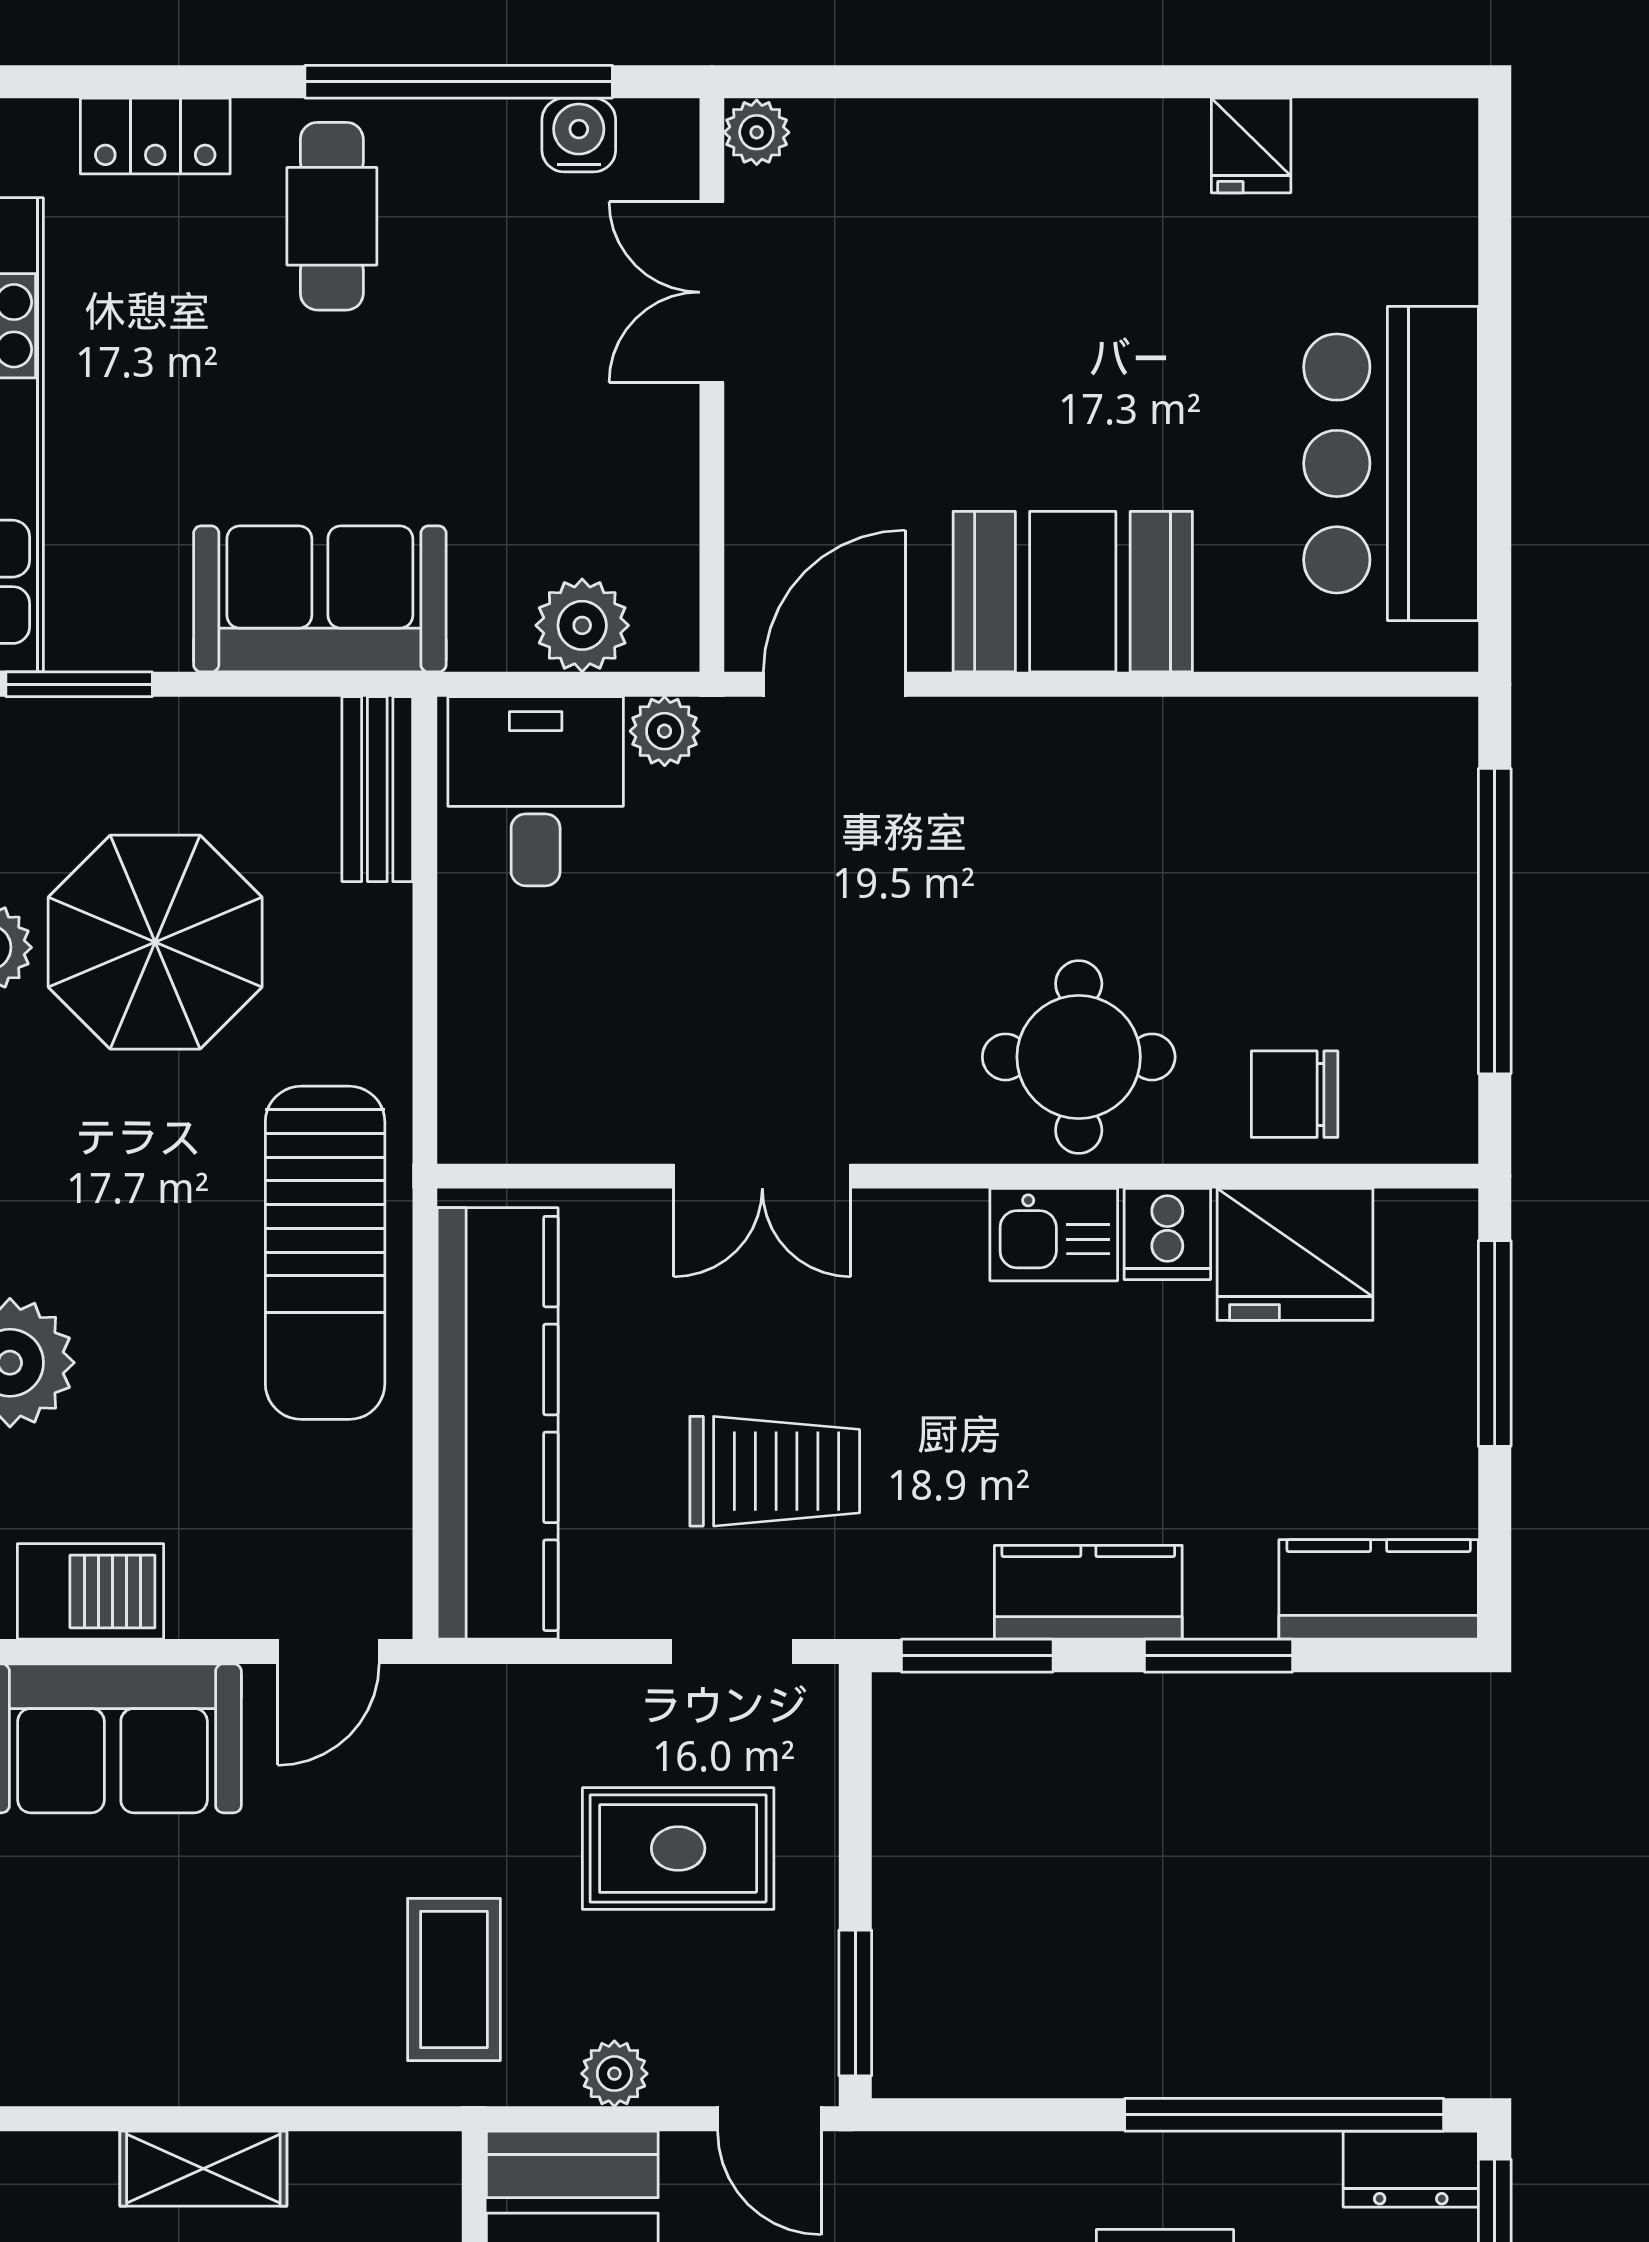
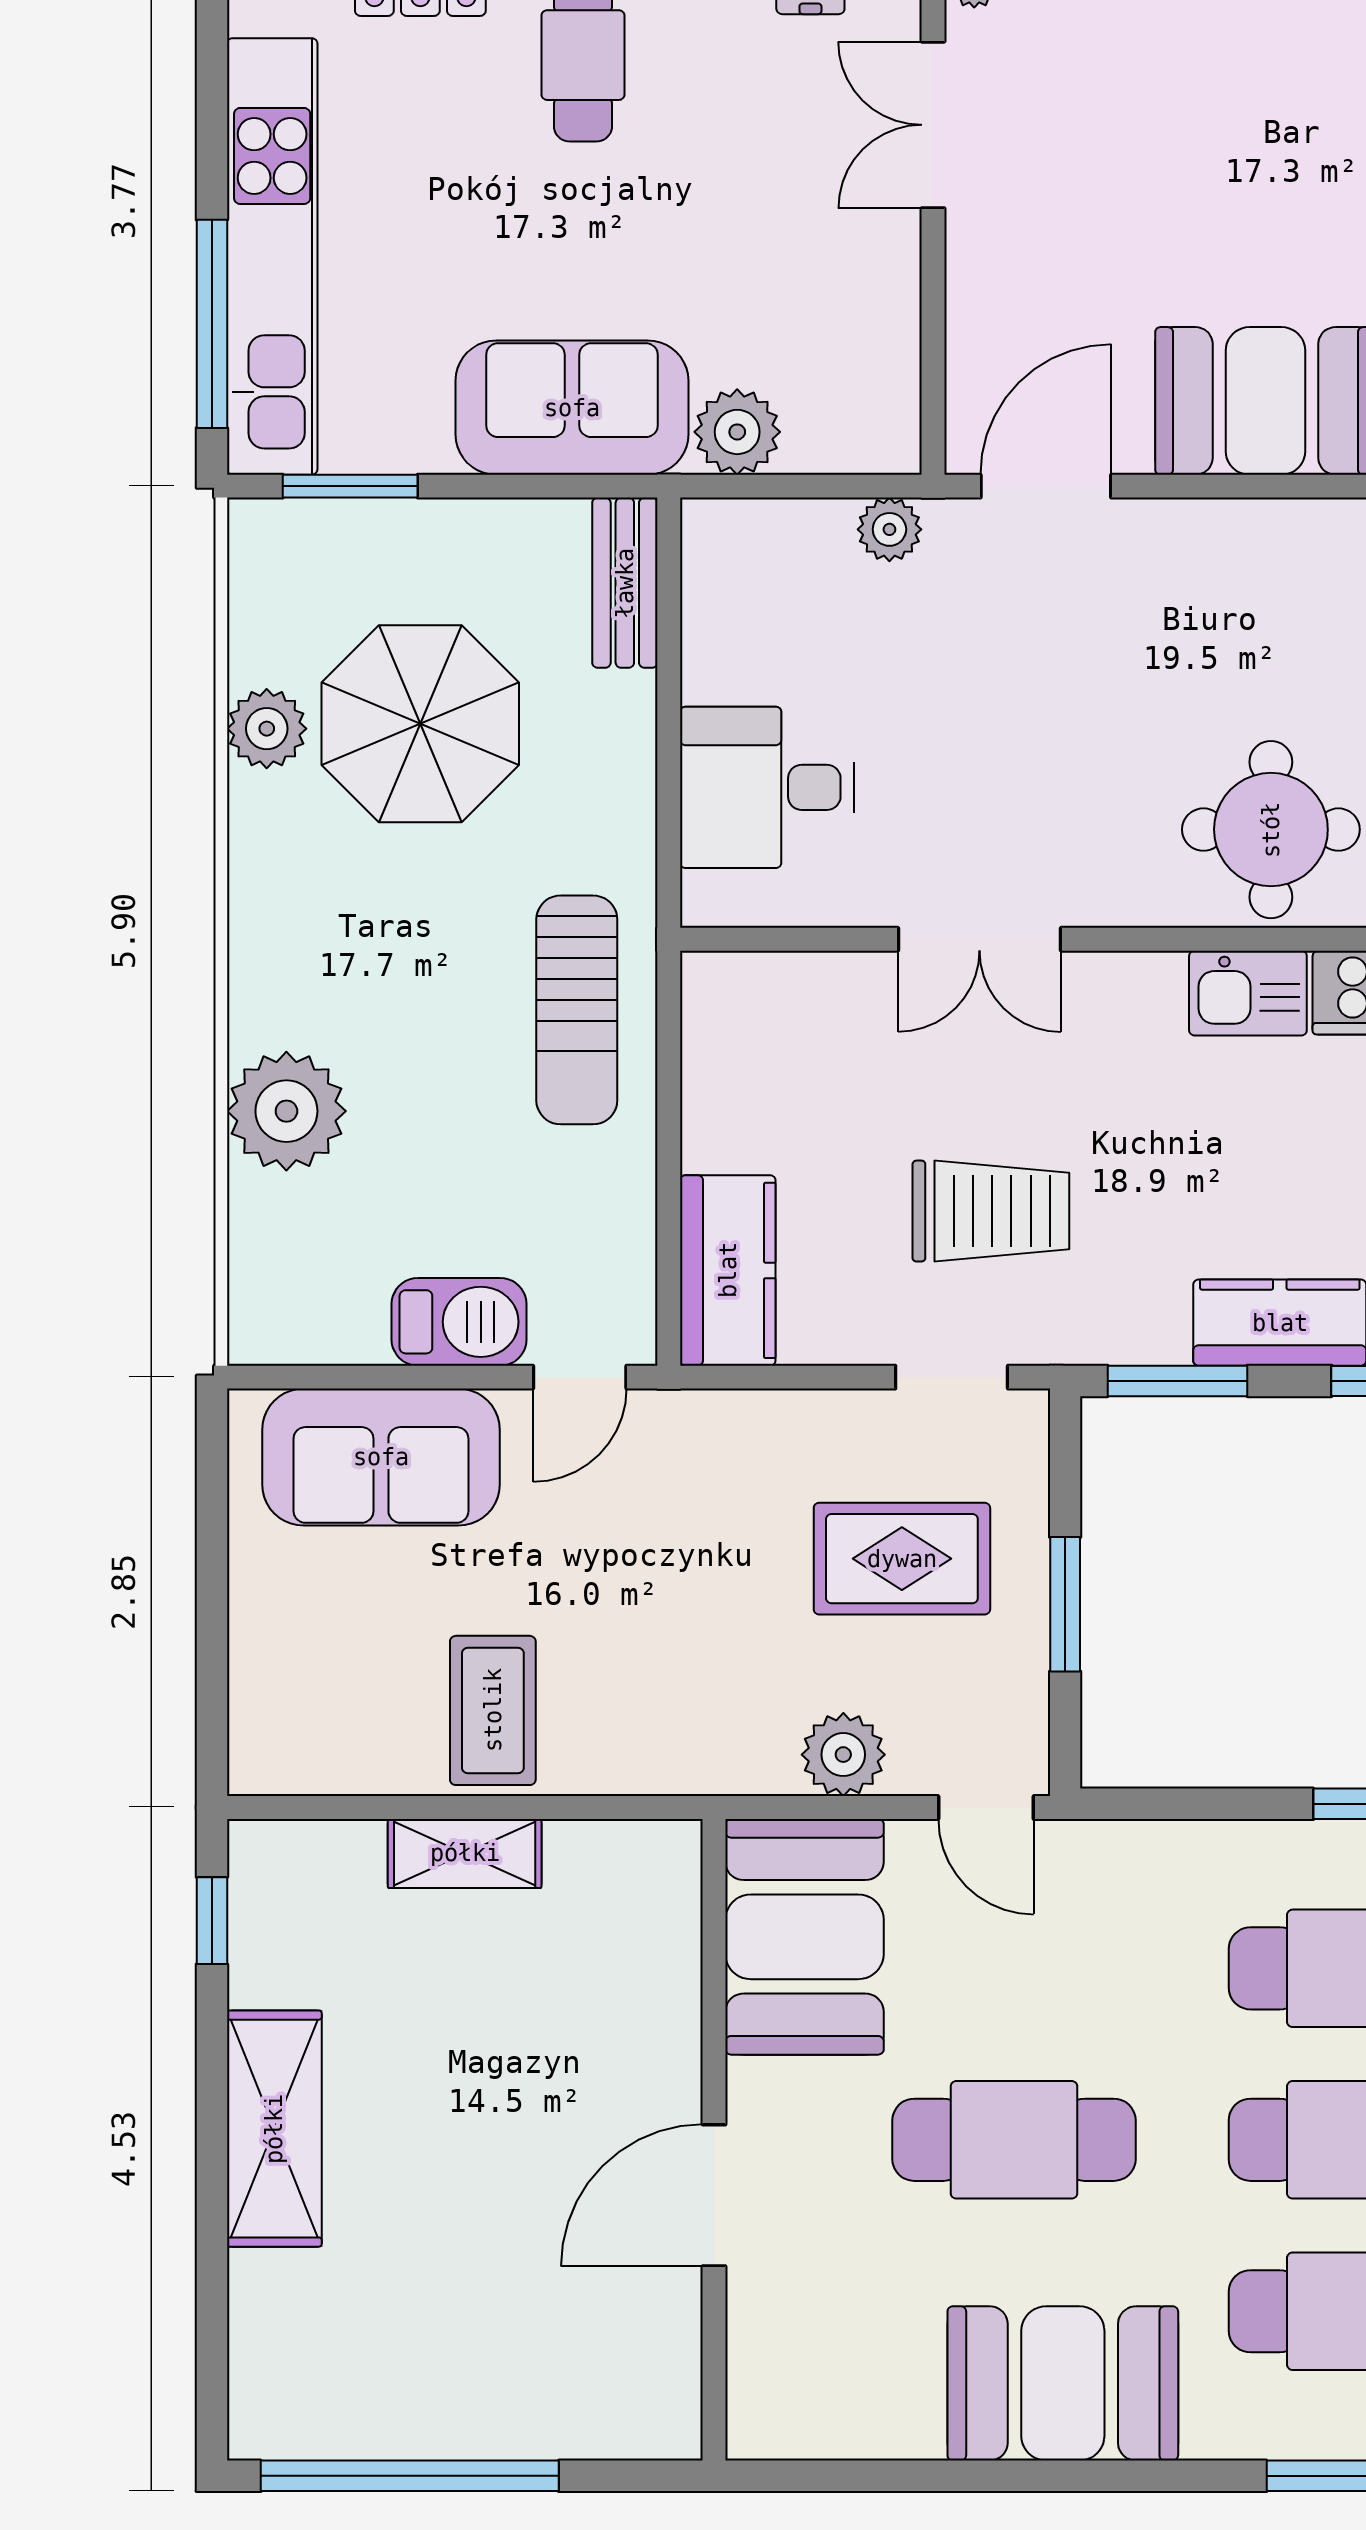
plant: (582, 625) -> (737, 432), moved
desk: (536, 791) -> (767, 787), moved, turned -90
sun lounger: (325, 1253) -> (577, 1010), width x0.73, depth x0.75
kitchen counter: (498, 1423) -> (728, 1270), width x0.48, depth x0.86
barbecue: (90, 1591) -> (459, 1322), moved
coffee table: (454, 1979) -> (493, 1710), moved
window: (855, 2003) -> (1065, 1604), moved
plant: (614, 2074) -> (843, 1755), width x1.38, depth x1.38

